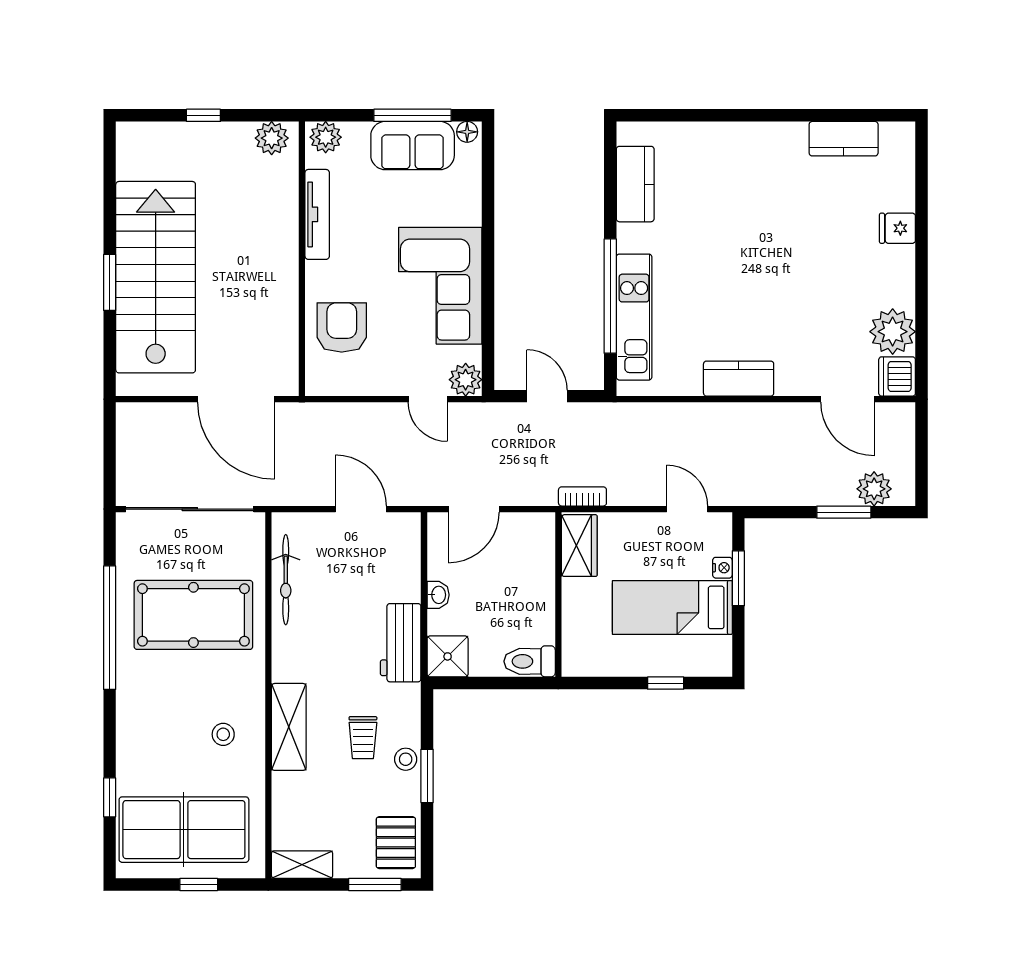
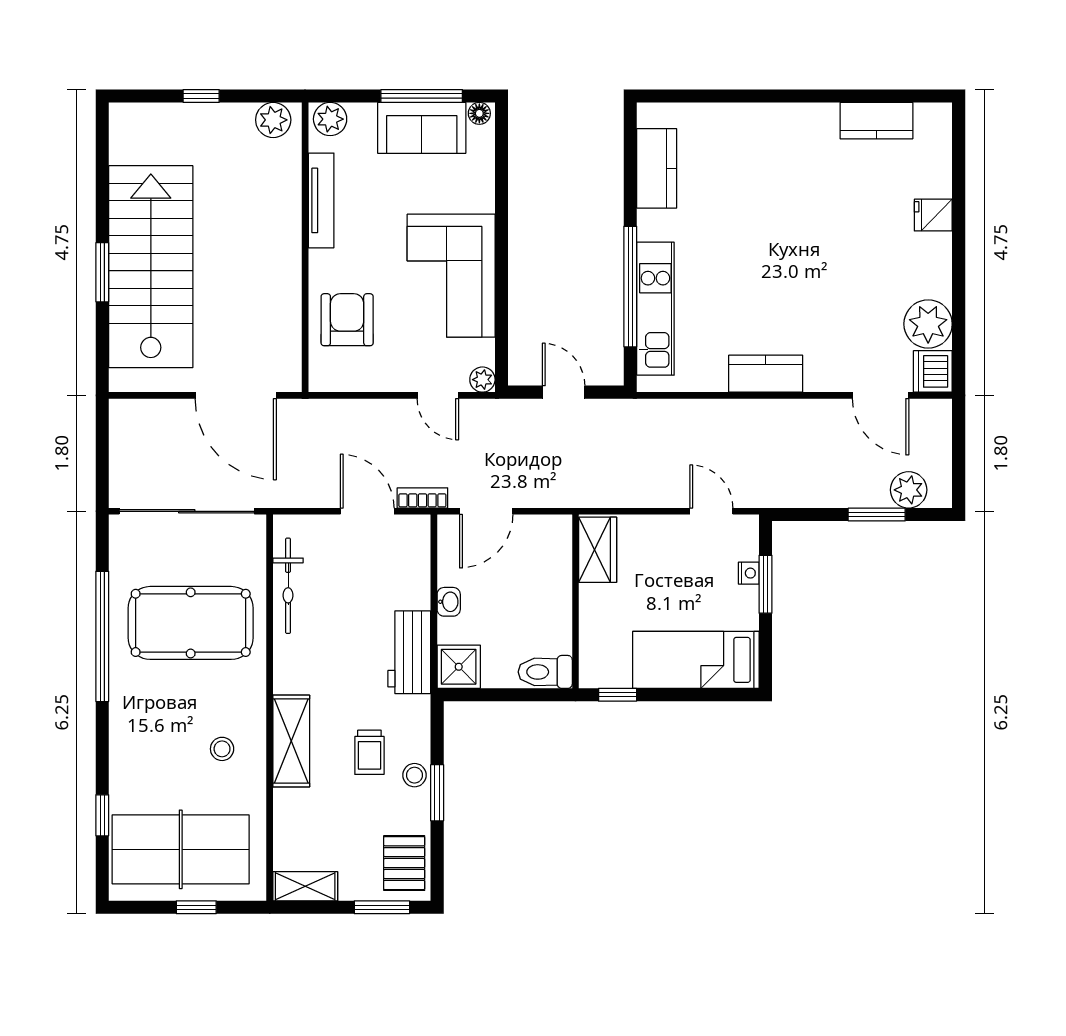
plant: (466, 380) -> (482, 380), width x0.73, depth x0.73
bookcase: (582, 496) -> (422, 498), moved
bed: (672, 607) -> (696, 660), moved
window: (666, 683) -> (618, 695), moved

